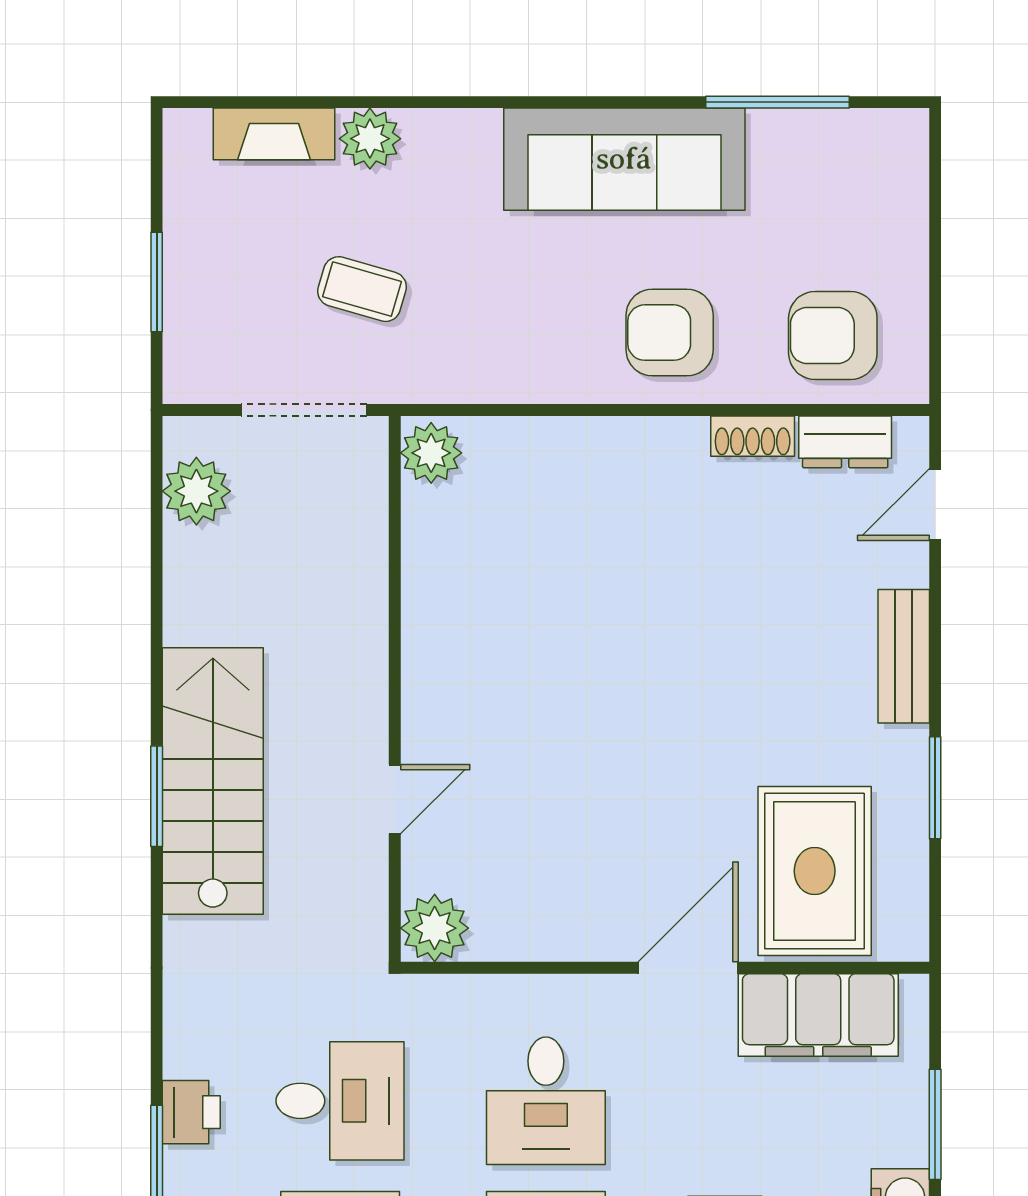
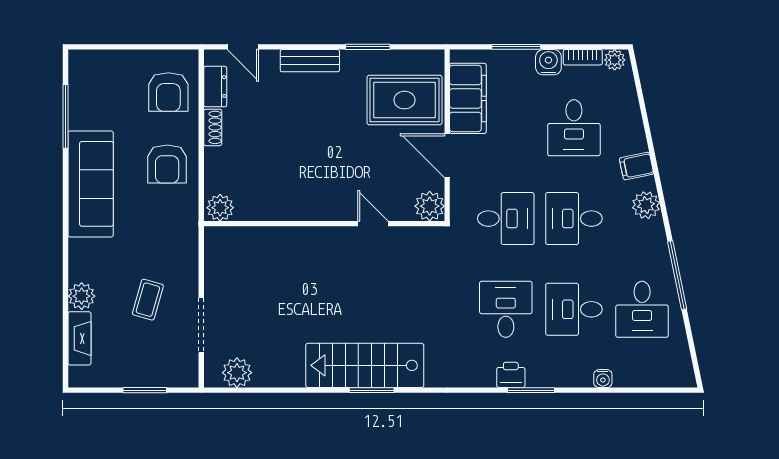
plant: (431, 453) -> (220, 208), moved
wall: (395, 689) -> (324, 224), moved
door: (395, 799) -> (373, 224), moved
plant: (435, 928) -> (430, 206), moved

